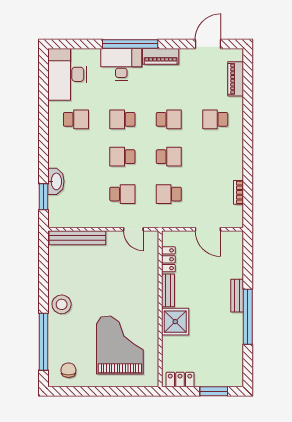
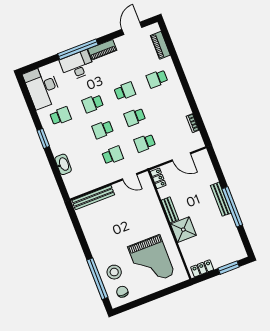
school desk: (169, 157) -> (135, 117), turned 180
window: (43, 197) -> (43, 138), moved
locker: (168, 259) -> (158, 178), moved
bench: (237, 296) -> (221, 199), width x1.36
stool: (62, 304) -> (114, 272), moved
grand piano: (120, 345) -> (151, 260), turned 180

